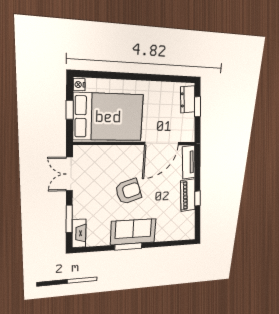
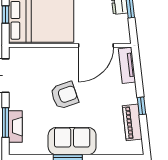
piano: (188, 195) -> (132, 122), moved
fireplace: (79, 233) -> (15, 127), moved

